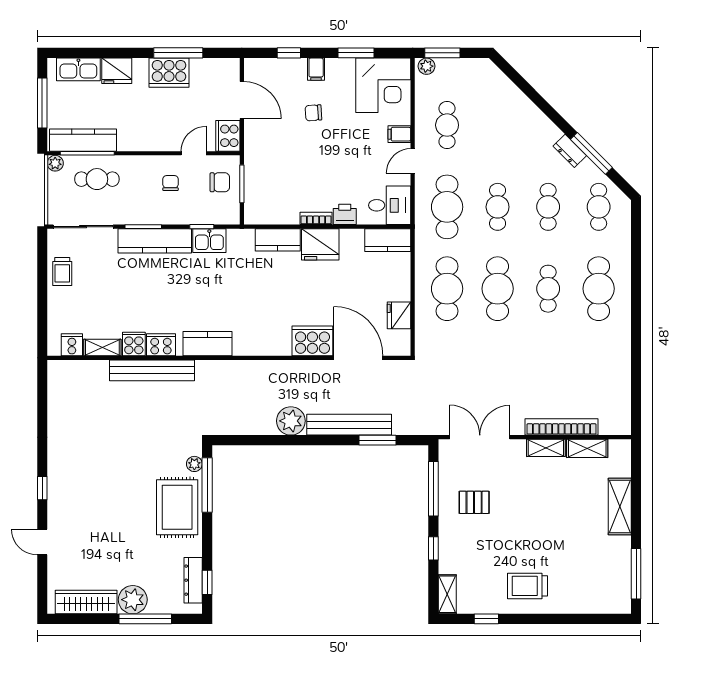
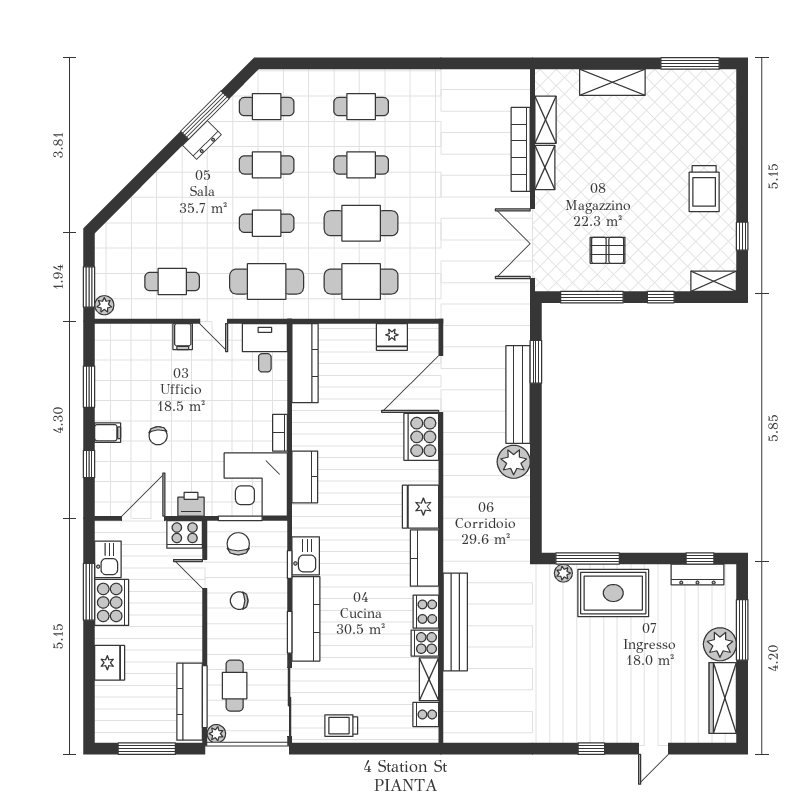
kitchen sink: (78, 69) -> (108, 559), moved, width x0.73
corner desk: (383, 85) -> (256, 485), moved, turned 180
printer: (345, 214) -> (191, 504), moved, turned 90
kitchen counter: (388, 240) -> (305, 363), width x1.50
fridge: (320, 244) -> (420, 507), moved, turned 180
trolley: (62, 271) -> (341, 726), turned 180
cafe table: (599, 289) -> (361, 107), width x0.73, depth x0.74
pallet: (474, 502) -> (608, 250), turned 90

